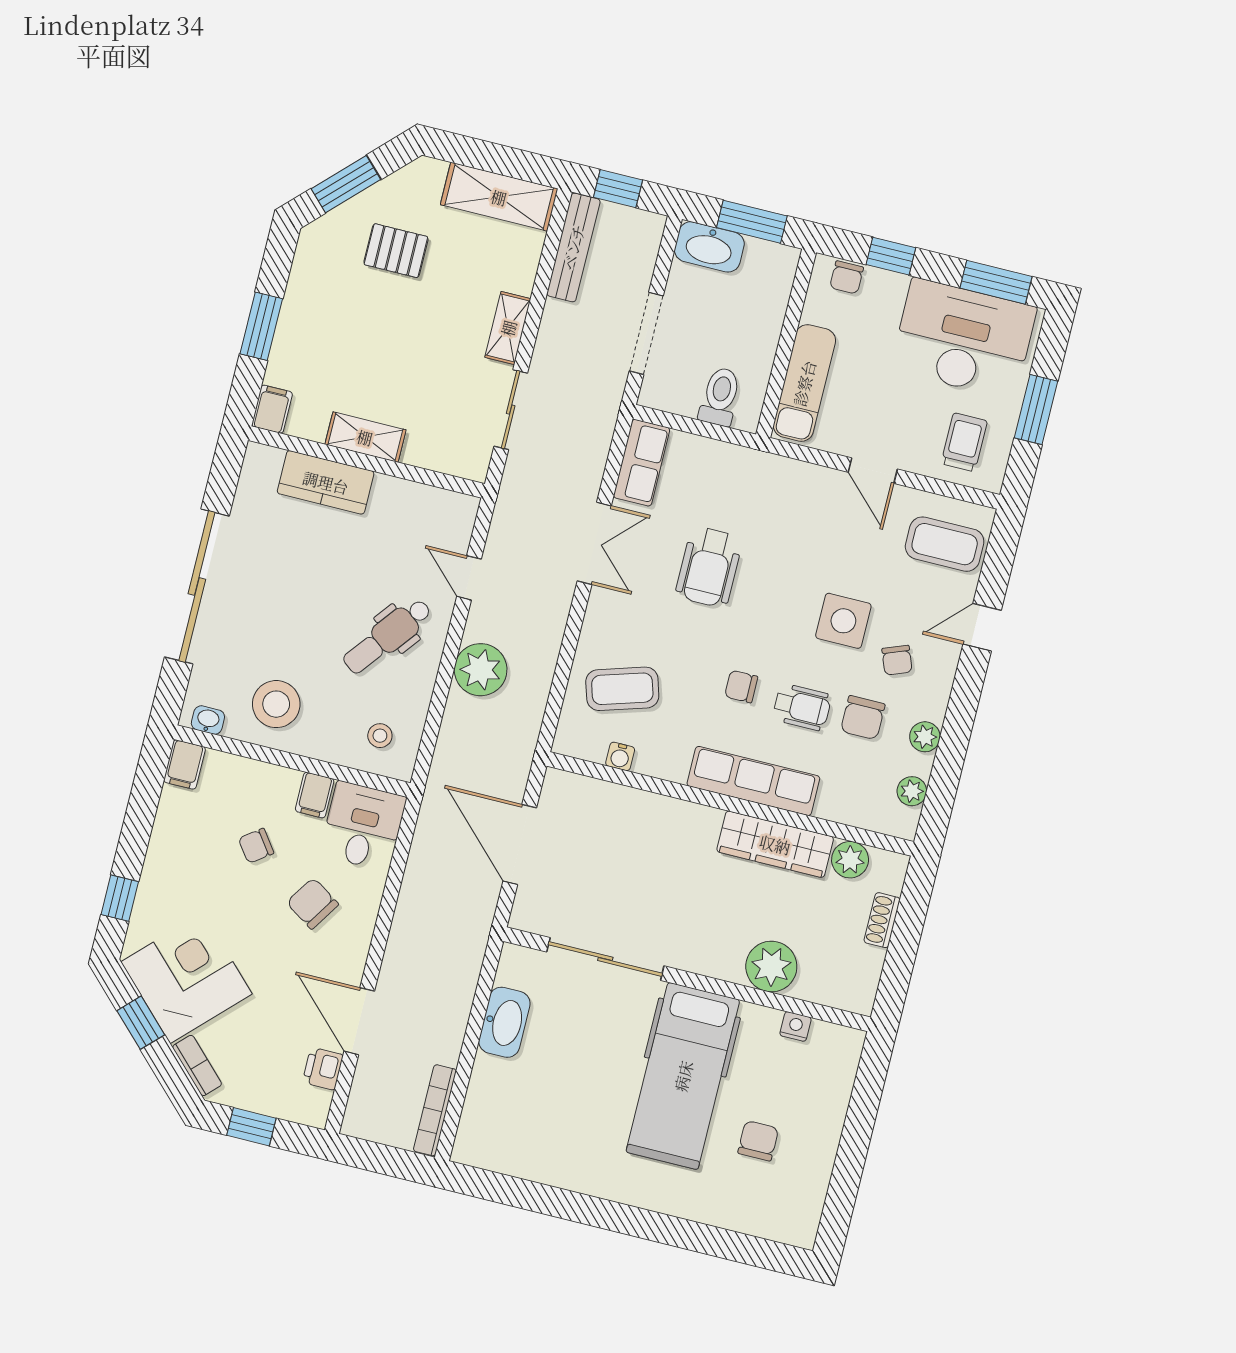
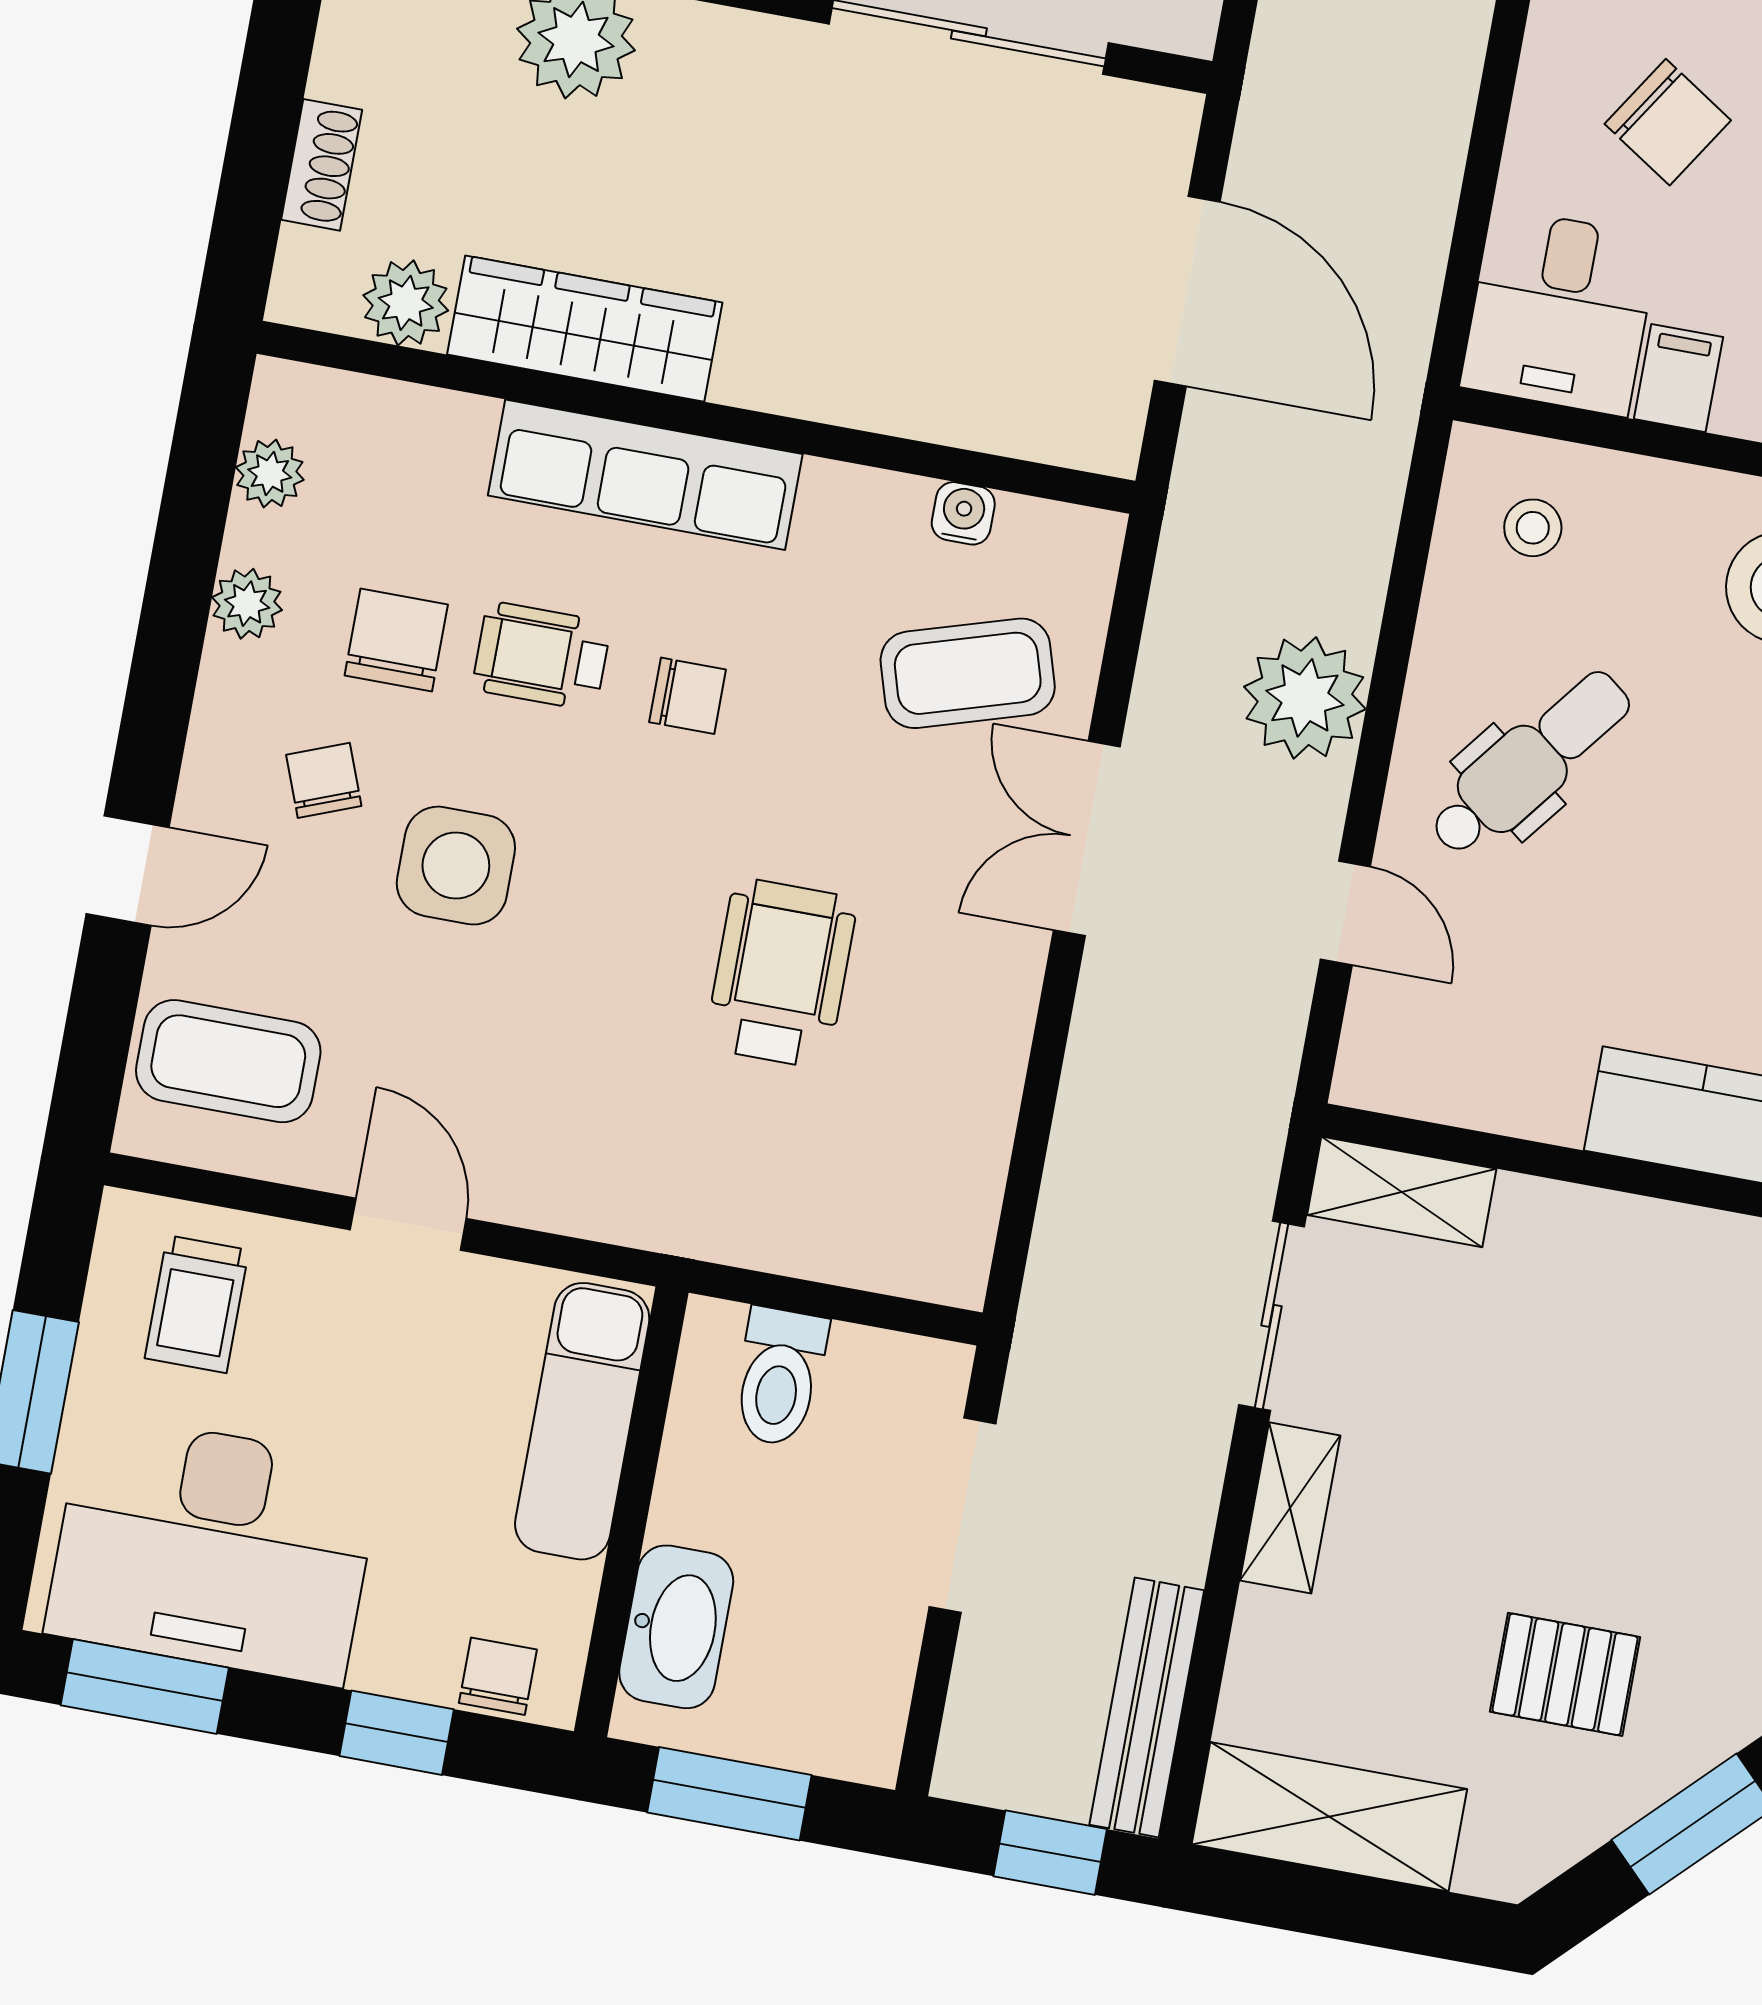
washbasin: (709, 247) -> (676, 1627), moved, turned 90
shelving: (365, 437) -> (1402, 1192), moved
row of seats: (642, 463) -> (955, 1210), removed
double door: (594, 543) -> (1087, 839), moved

